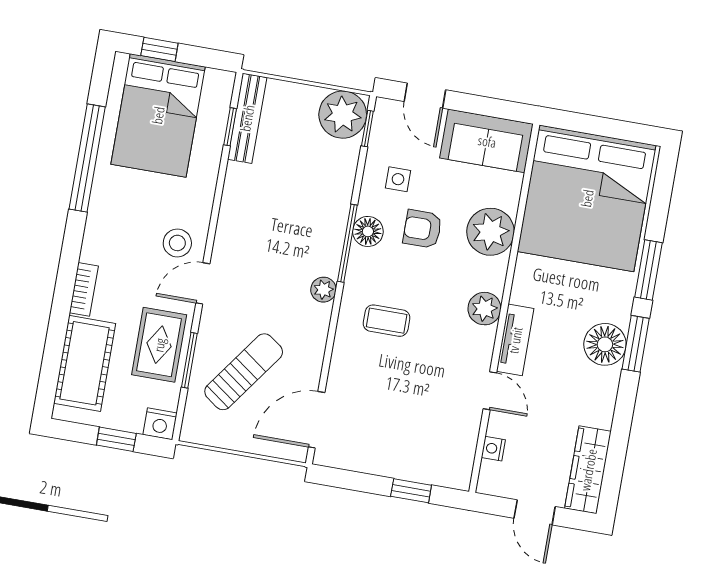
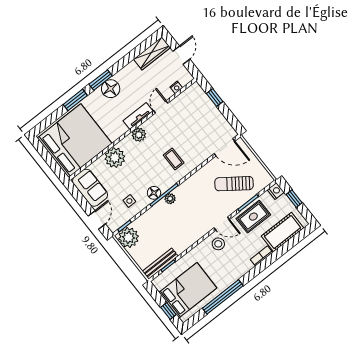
armchair: (422, 229) -> (136, 178), removed
plant: (323, 290) -> (170, 199), moved

